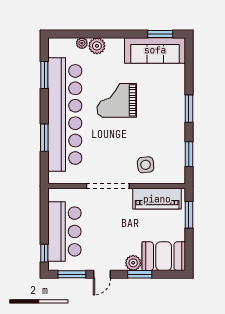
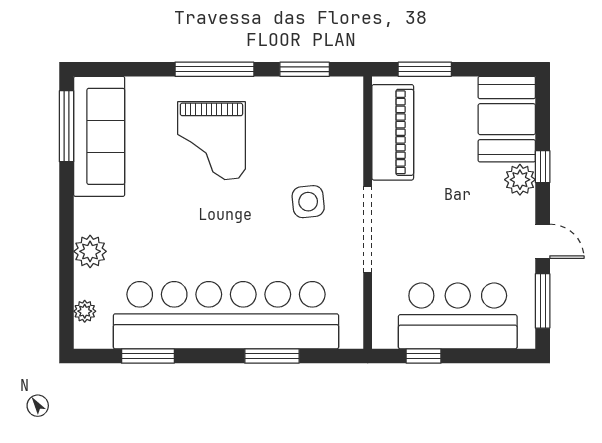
window: (160, 34) -> (67, 126), width x1.44
plant: (82, 43) -> (85, 311), moved
grand piano: (117, 100) -> (211, 141), moved
window: (189, 109) -> (214, 69), width x1.44
side table: (146, 165) -> (308, 202), moved
window: (44, 253) -> (424, 356), moved
window: (140, 274) -> (543, 167), width x0.67

